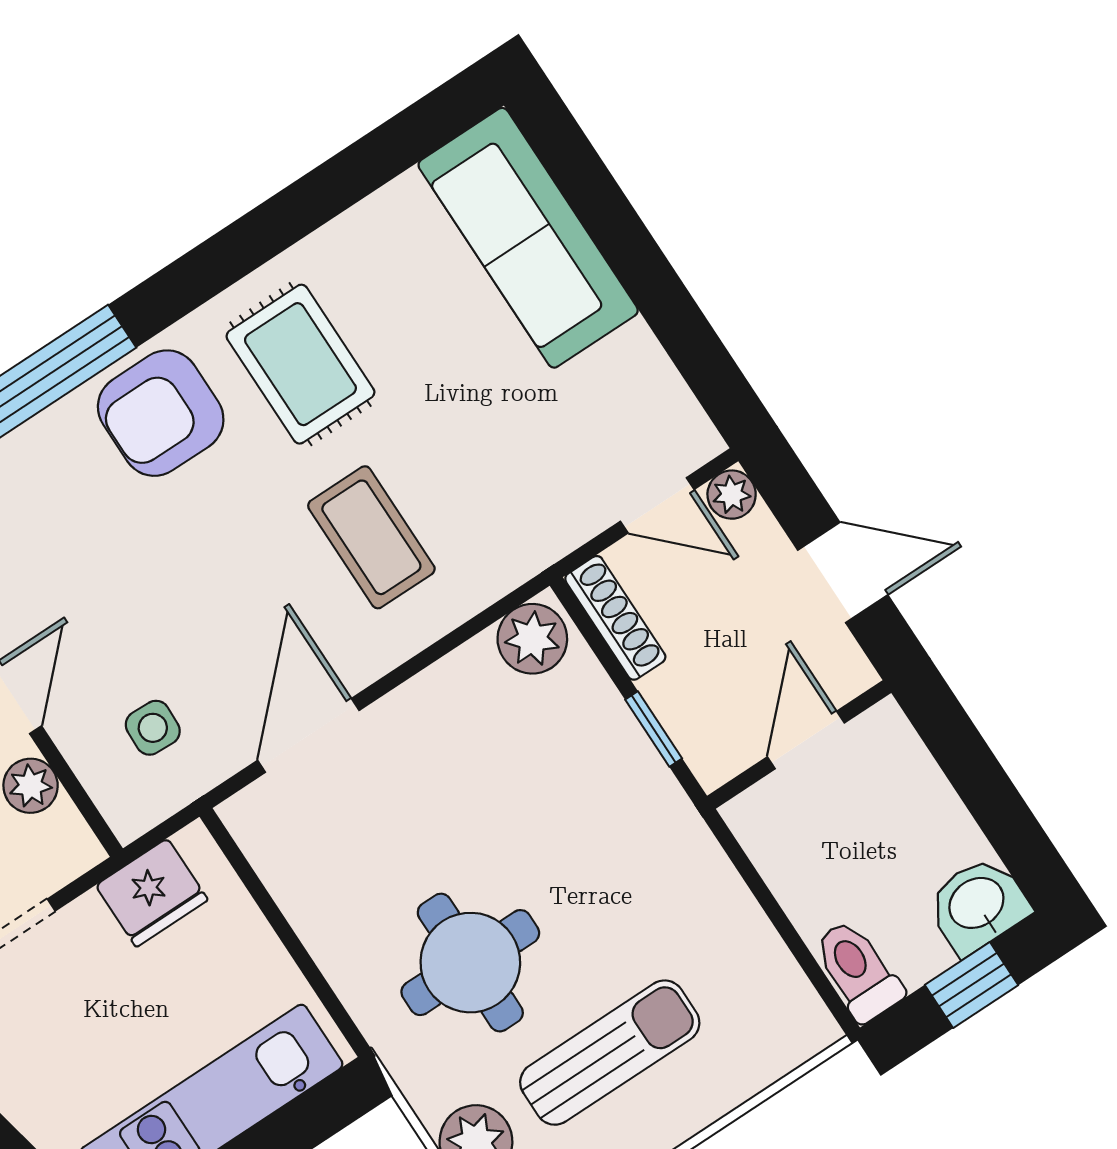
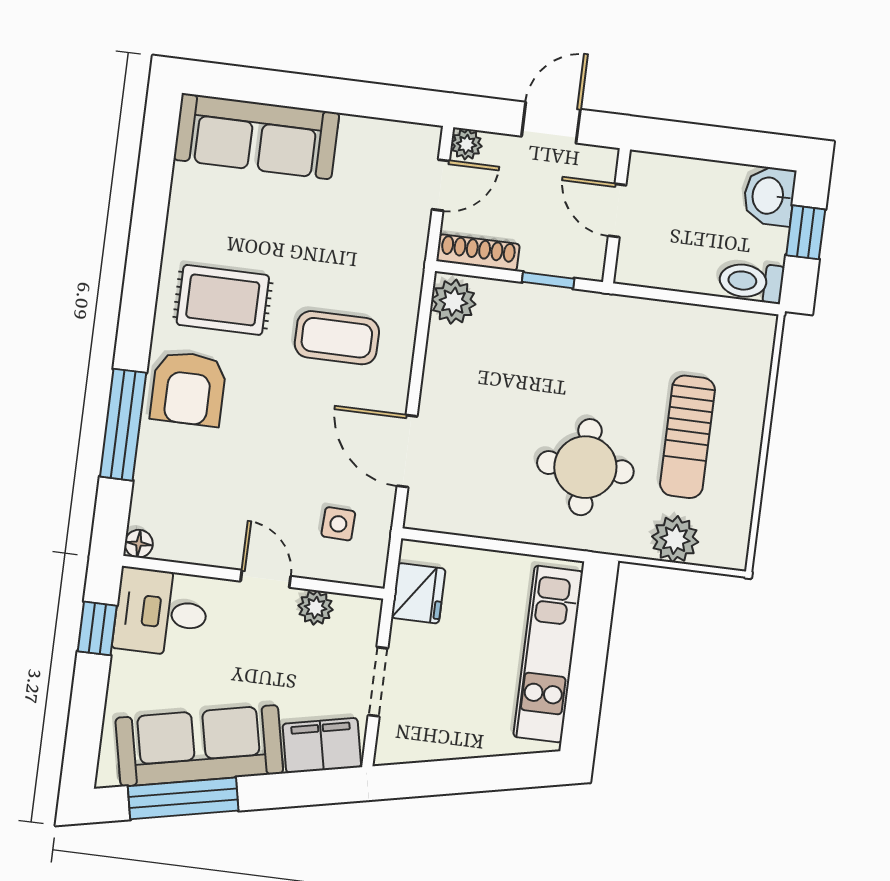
sun lounger: (610, 1053) -> (688, 437), turned 180

